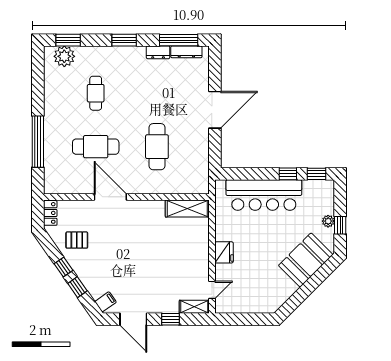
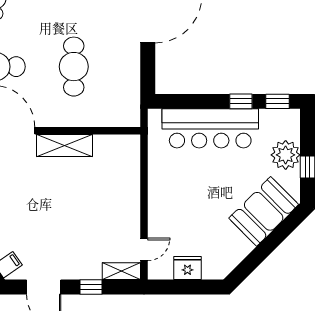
shelving: (187, 209) -> (64, 146), moved
plant: (328, 221) -> (286, 155), width x1.88, depth x1.88
fridge: (224, 252) -> (187, 268), moved, turned -90

